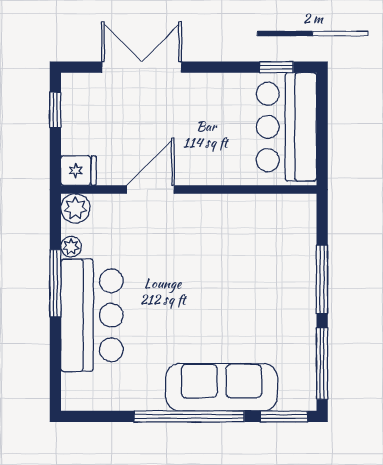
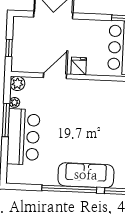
window: (55, 110) -> (9, 48), moved
fridge: (79, 171) -> (79, 66), moved, turned -90

